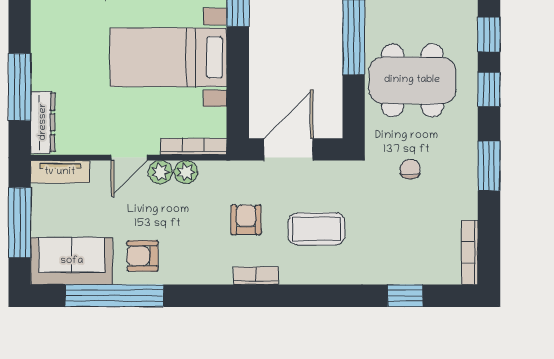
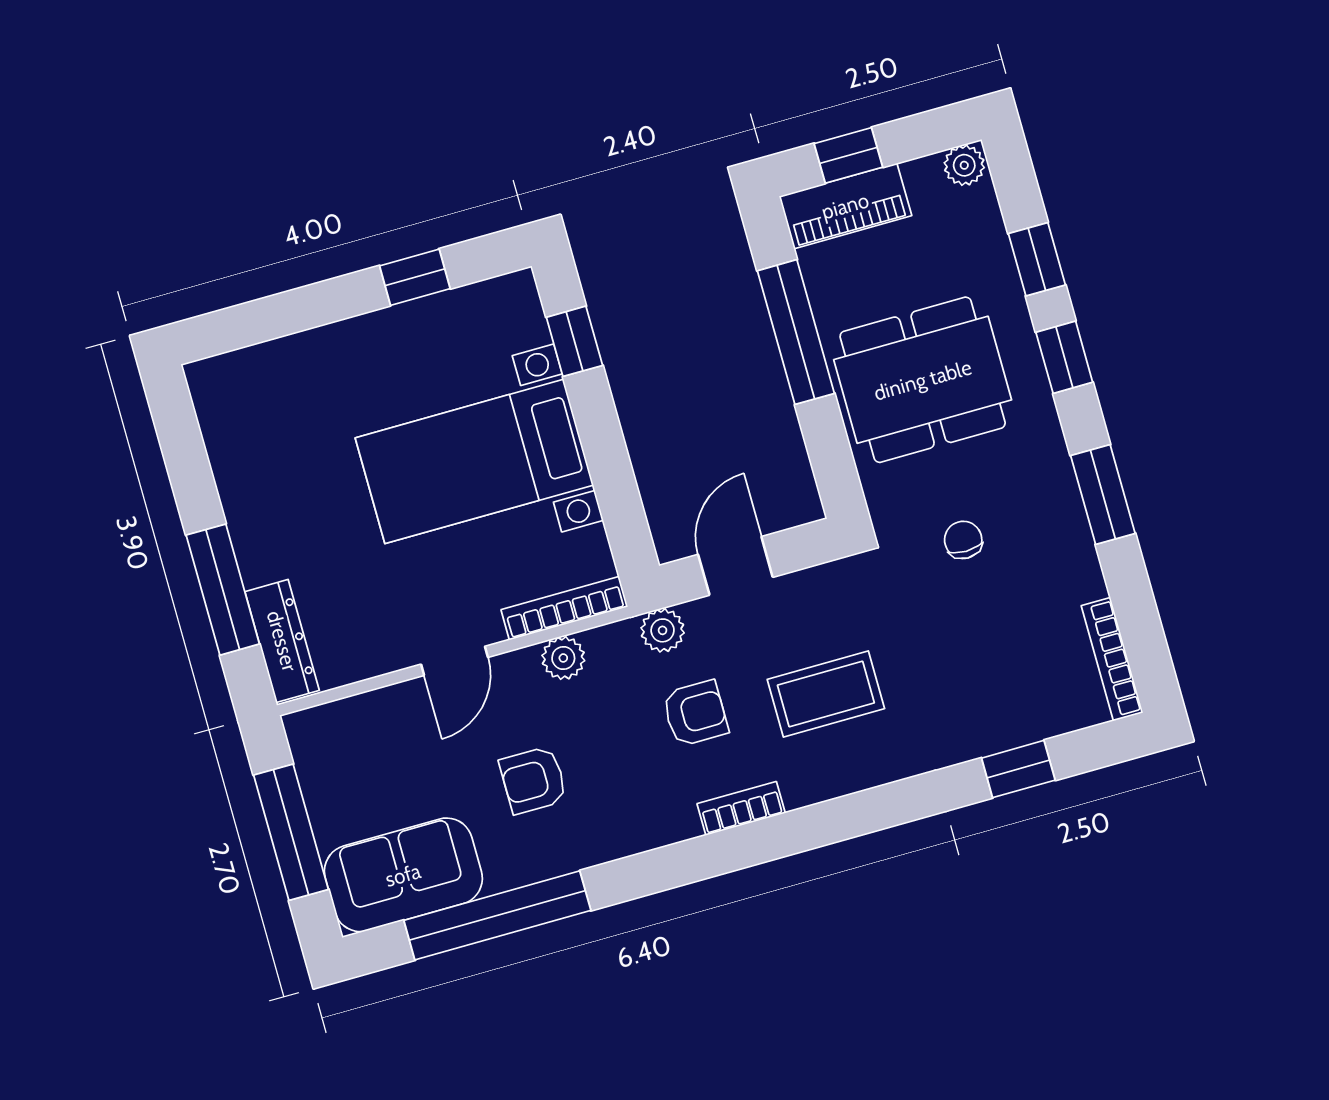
door: (288, 149) -> (735, 566), width x0.73
tv unit: (60, 172) -> (338, 721), removed
plant: (160, 172) -> (663, 630), moved
armchair: (246, 220) -> (695, 713), turned 90
armchair: (143, 256) -> (533, 780), moved

